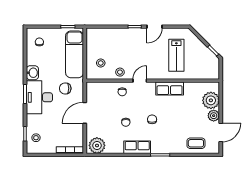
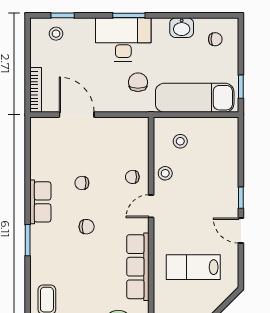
washbasin: (32, 73) -> (182, 28), moved
door: (140, 81) -> (151, 206), swing flipped
row of seats: (170, 89) -> (138, 267), width x1.48
door: (85, 113) -> (77, 115), moved
plant: (97, 145) -> (43, 135), removed

